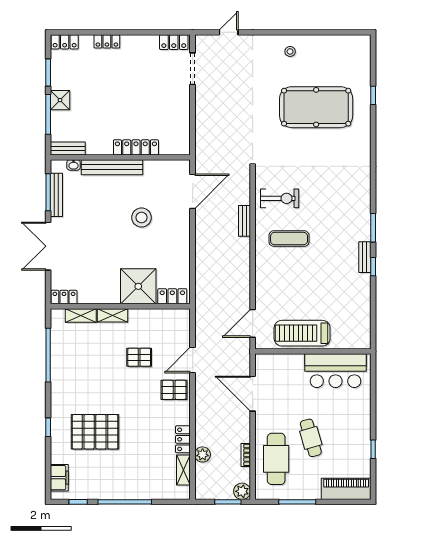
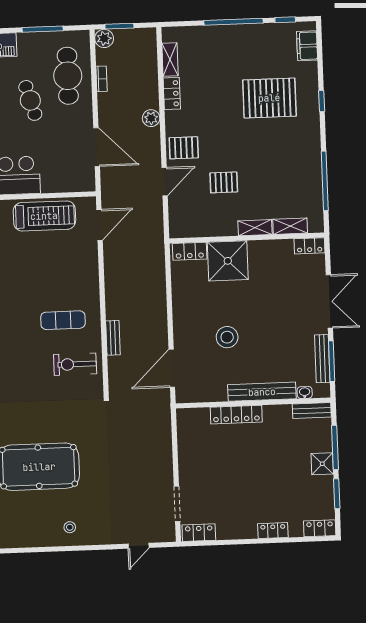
plant: (203, 454) -> (151, 118), moved

